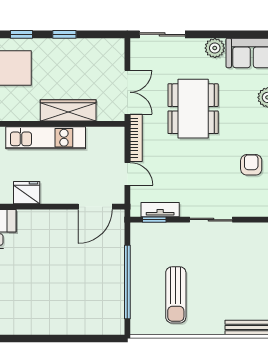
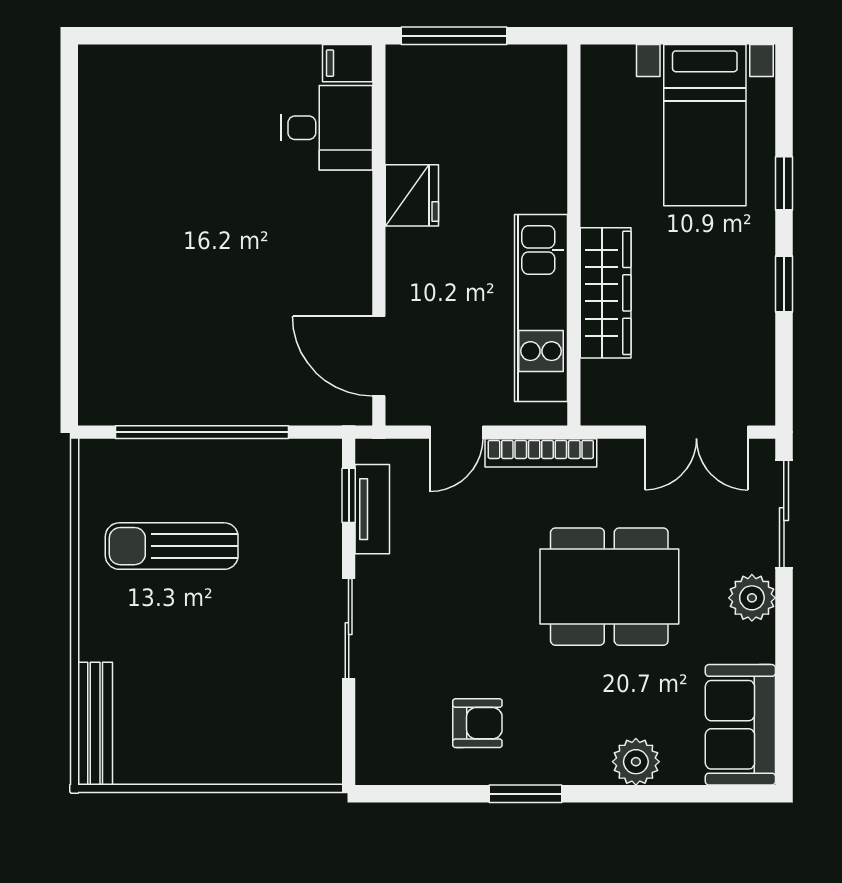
plant: (215, 48) -> (752, 598), moved
double door: (127, 92) -> (696, 432), moved
kitchen unit: (46, 138) -> (541, 308), moved

